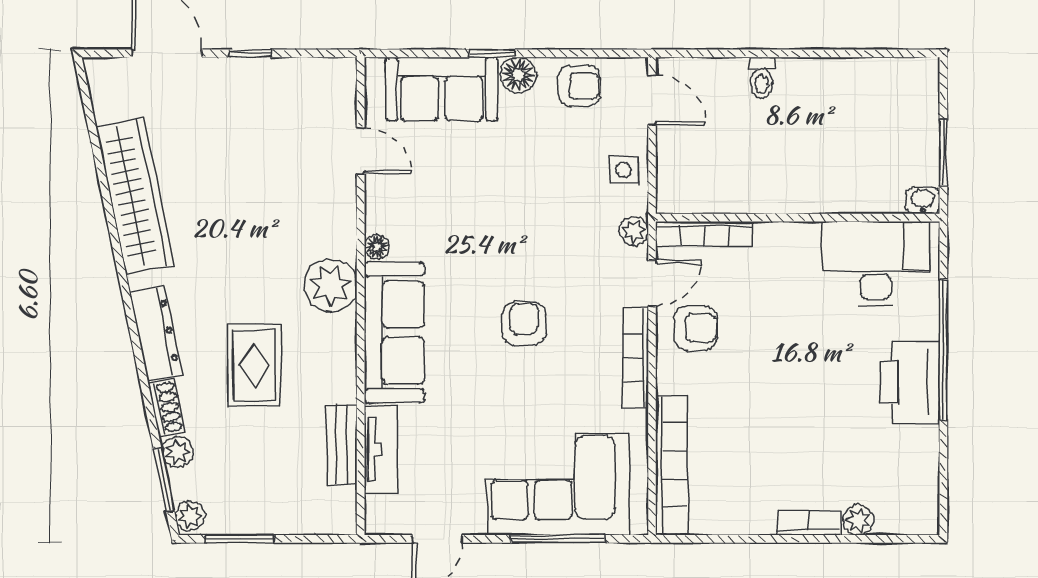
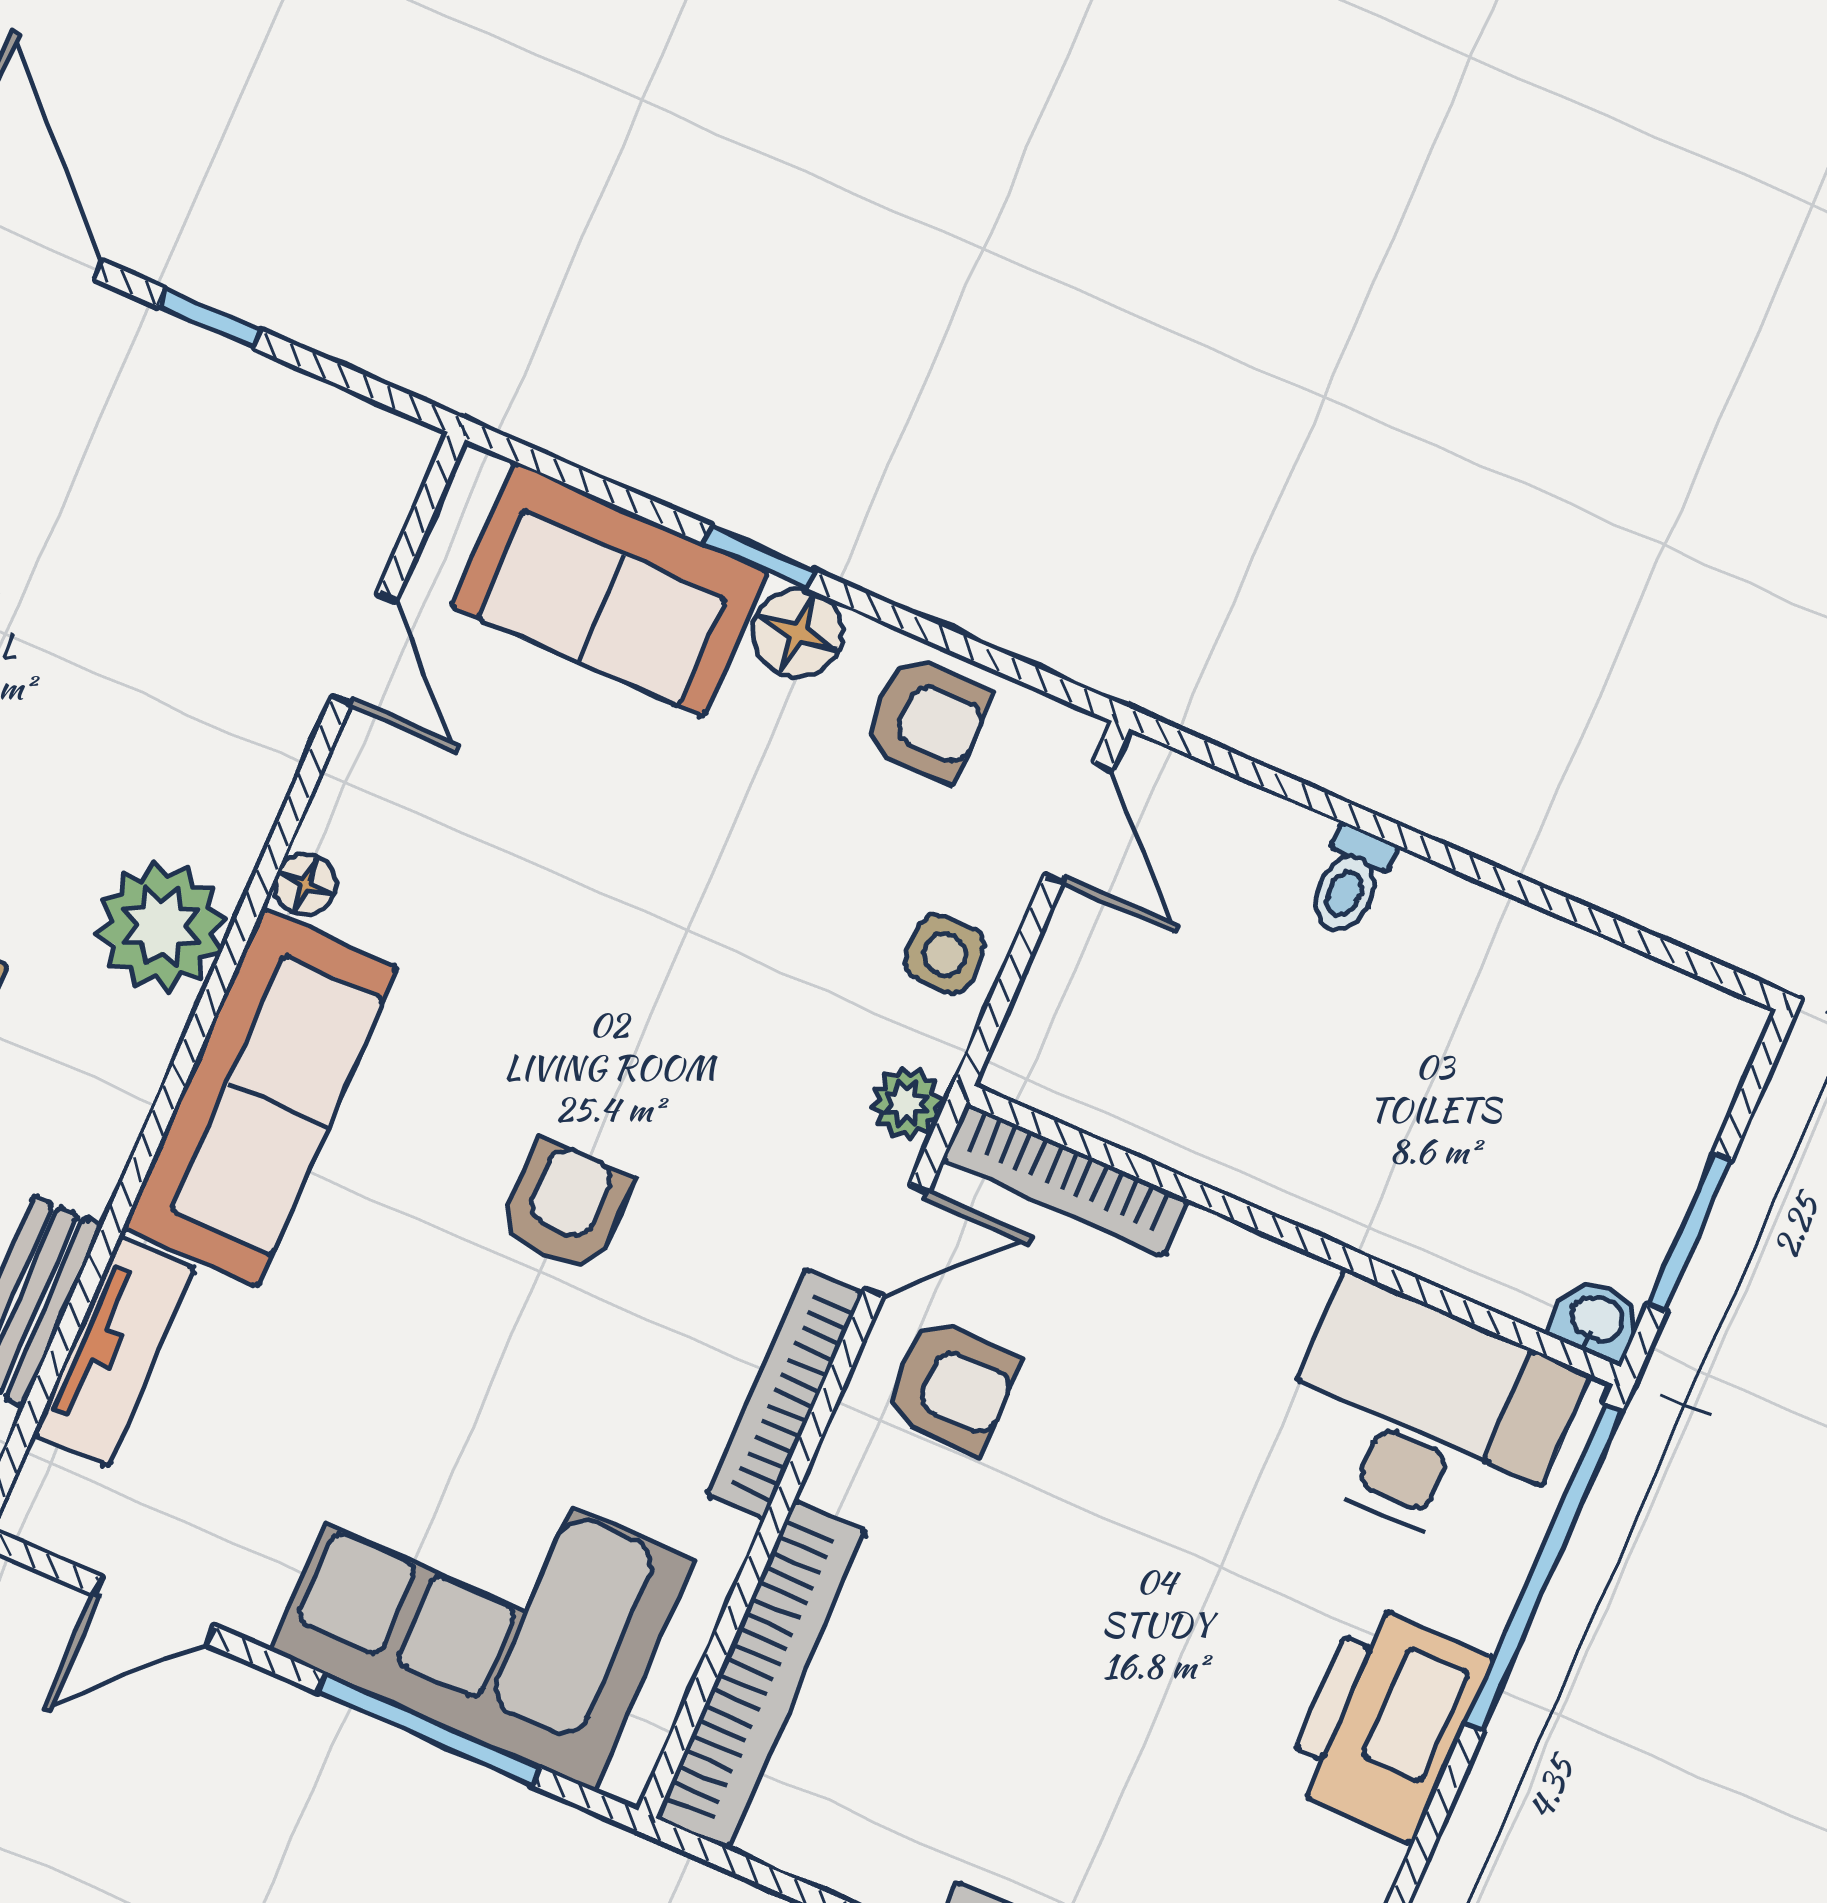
window: (943, 350) -> (1544, 1567), moved

